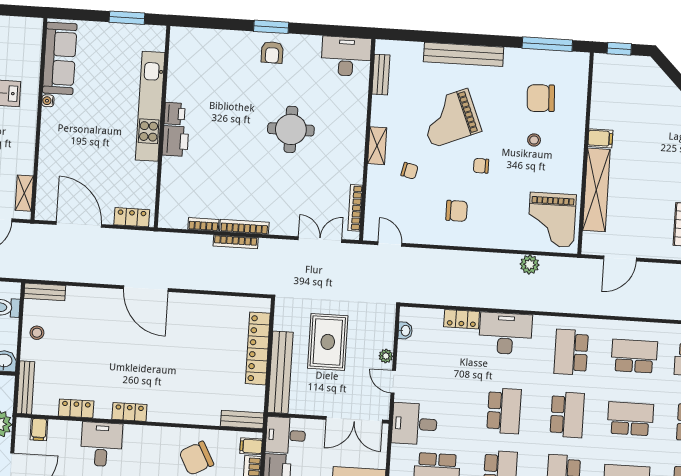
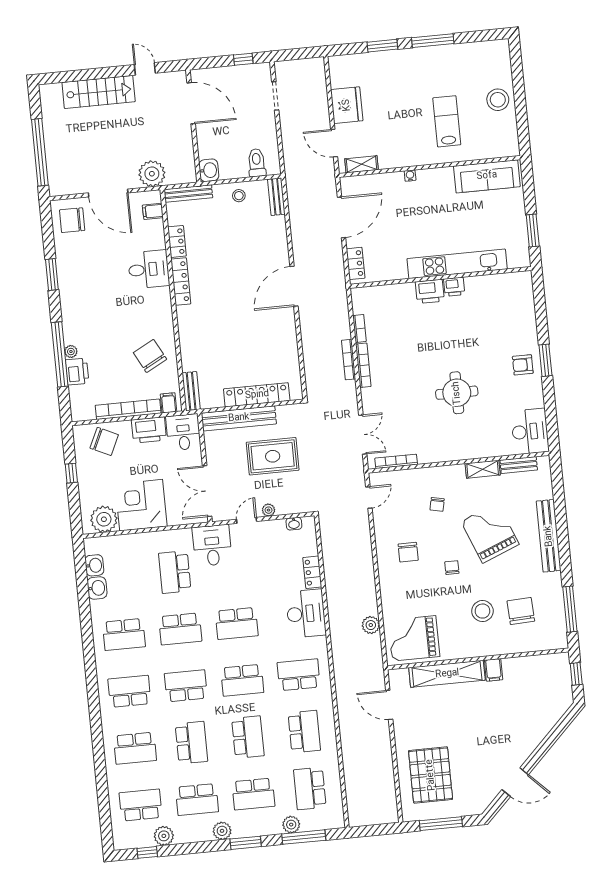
water cooler: (48, 101) -> (410, 176), moved
stool: (534, 140) -> (482, 611), width x1.89, depth x1.89
shelving: (377, 146) -> (483, 469), moved
locker: (129, 412) -> (181, 282), width x1.53

